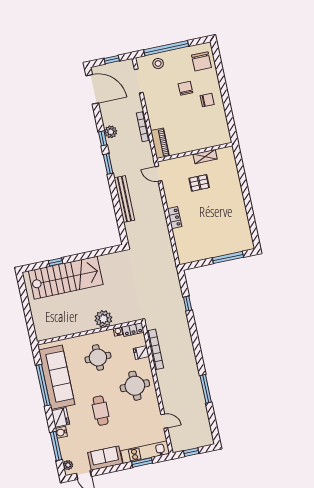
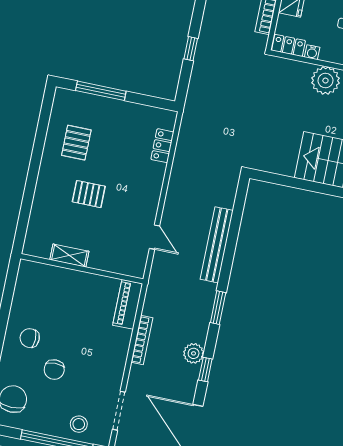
window: (103, 138) -> (205, 370), moved
door: (158, 174) -> (155, 237), moved
pallet: (199, 183) -> (89, 194), moved
locker: (175, 218) -> (162, 146), moved
pallet: (229, 222) -> (76, 143), added

